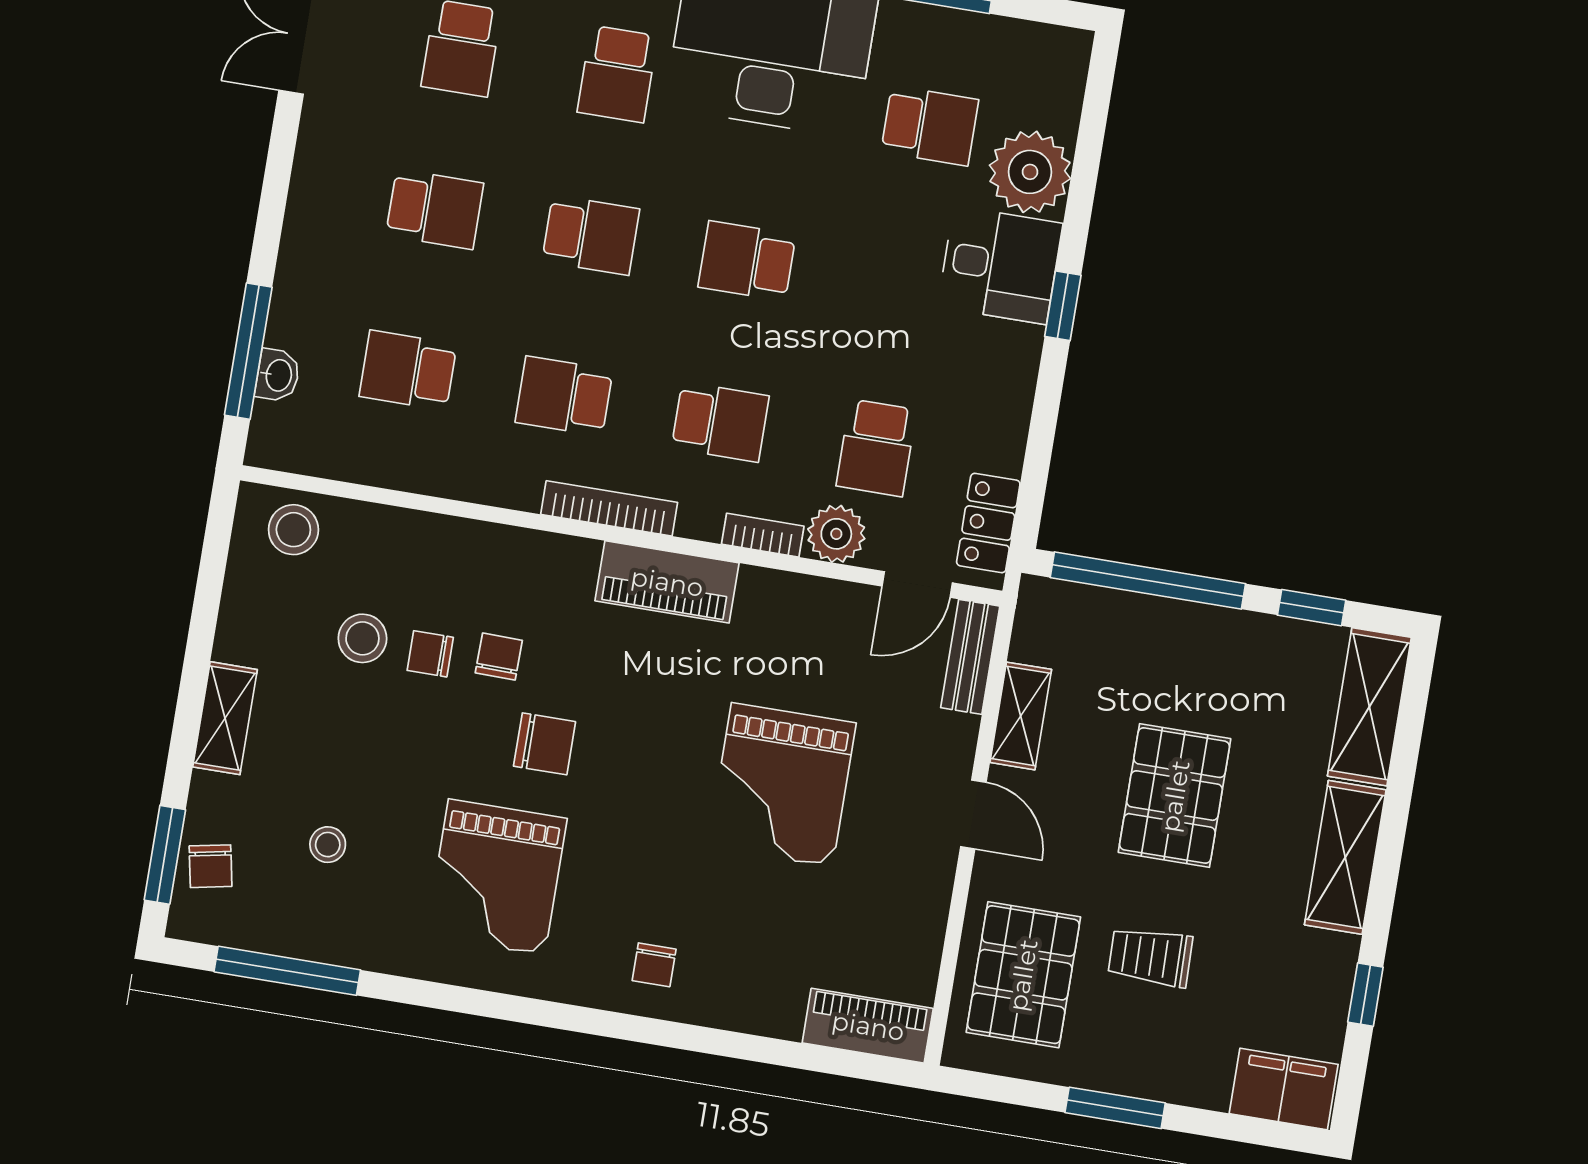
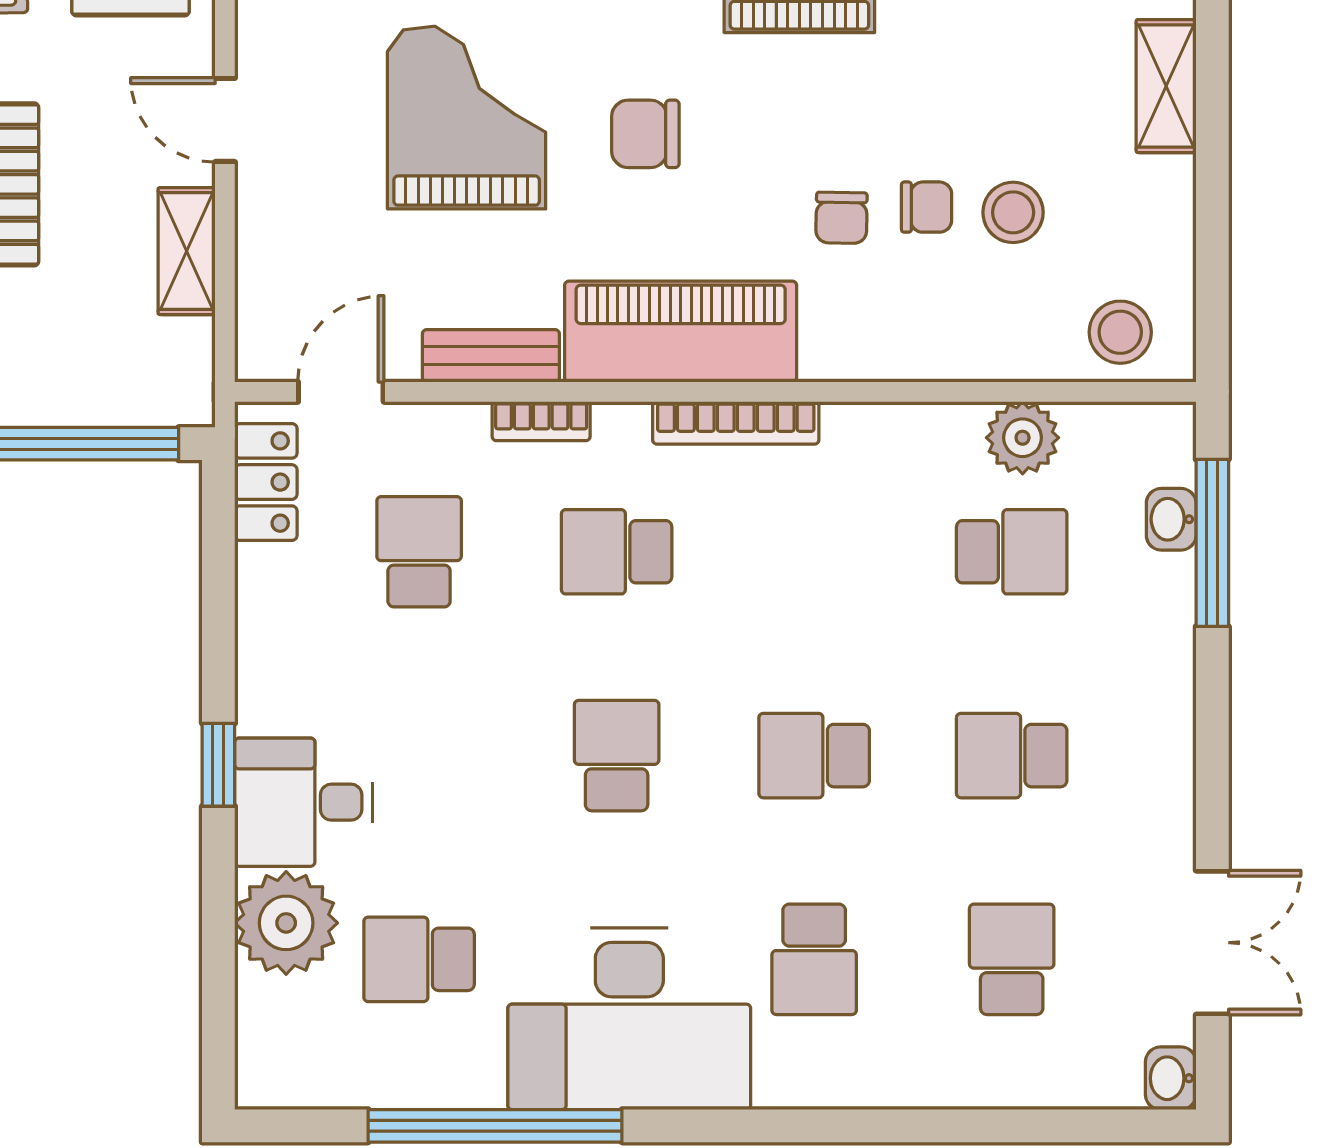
school desk: (617, 74) -> (814, 959), turned 180
school desk: (747, 261) -> (617, 756), turned -90
school desk: (564, 396) -> (814, 552), removed
plant: (836, 534) -> (1023, 438), moved
piano: (667, 582) -> (681, 332), width x1.37, depth x1.33
bench: (970, 657) -> (491, 356), moved, turned 90
chair: (545, 744) -> (645, 134), moved

